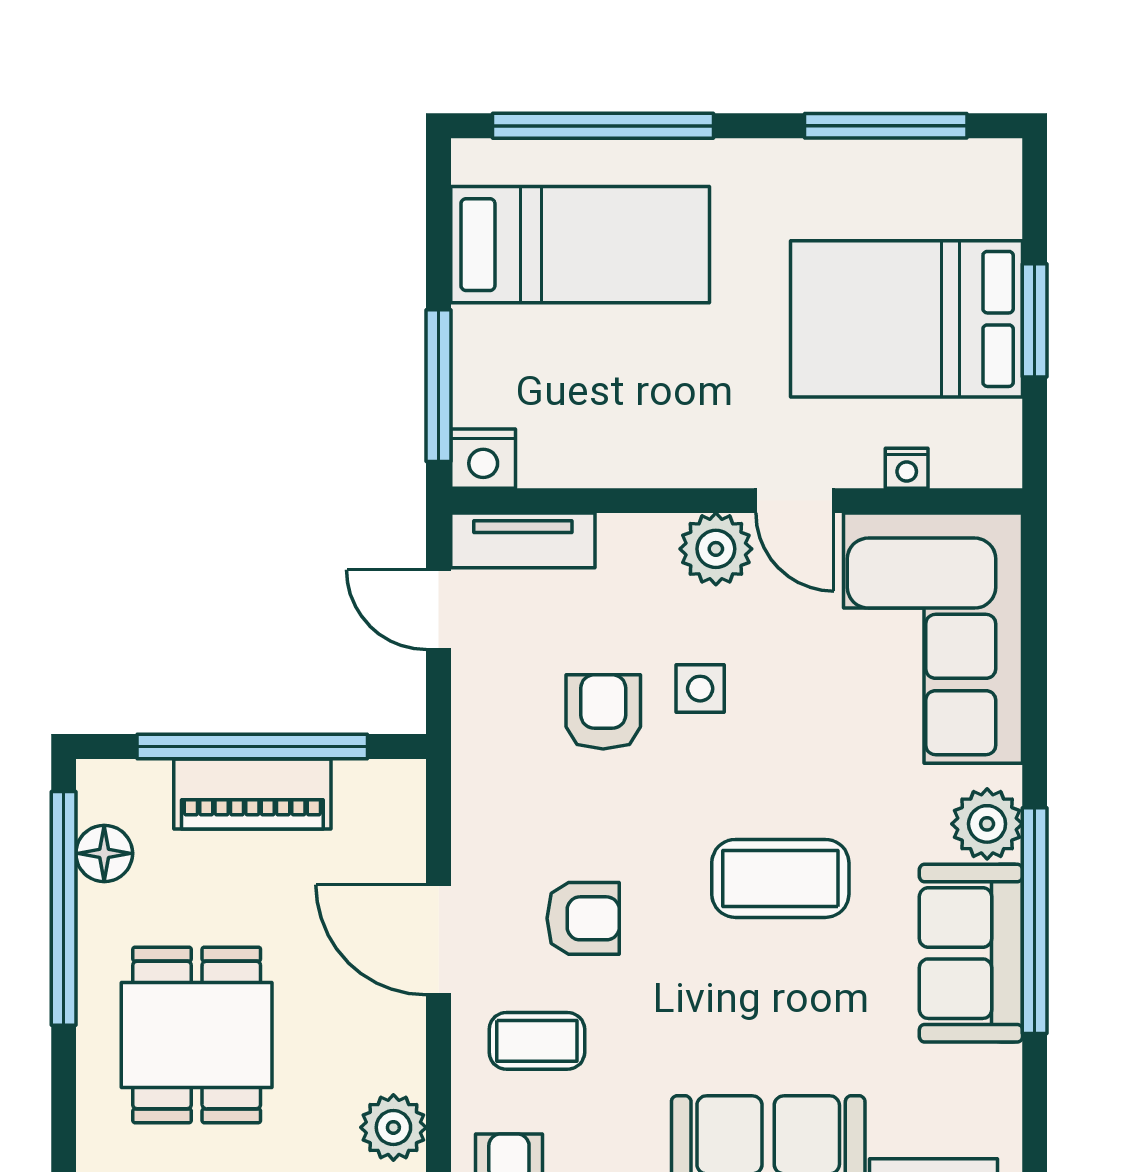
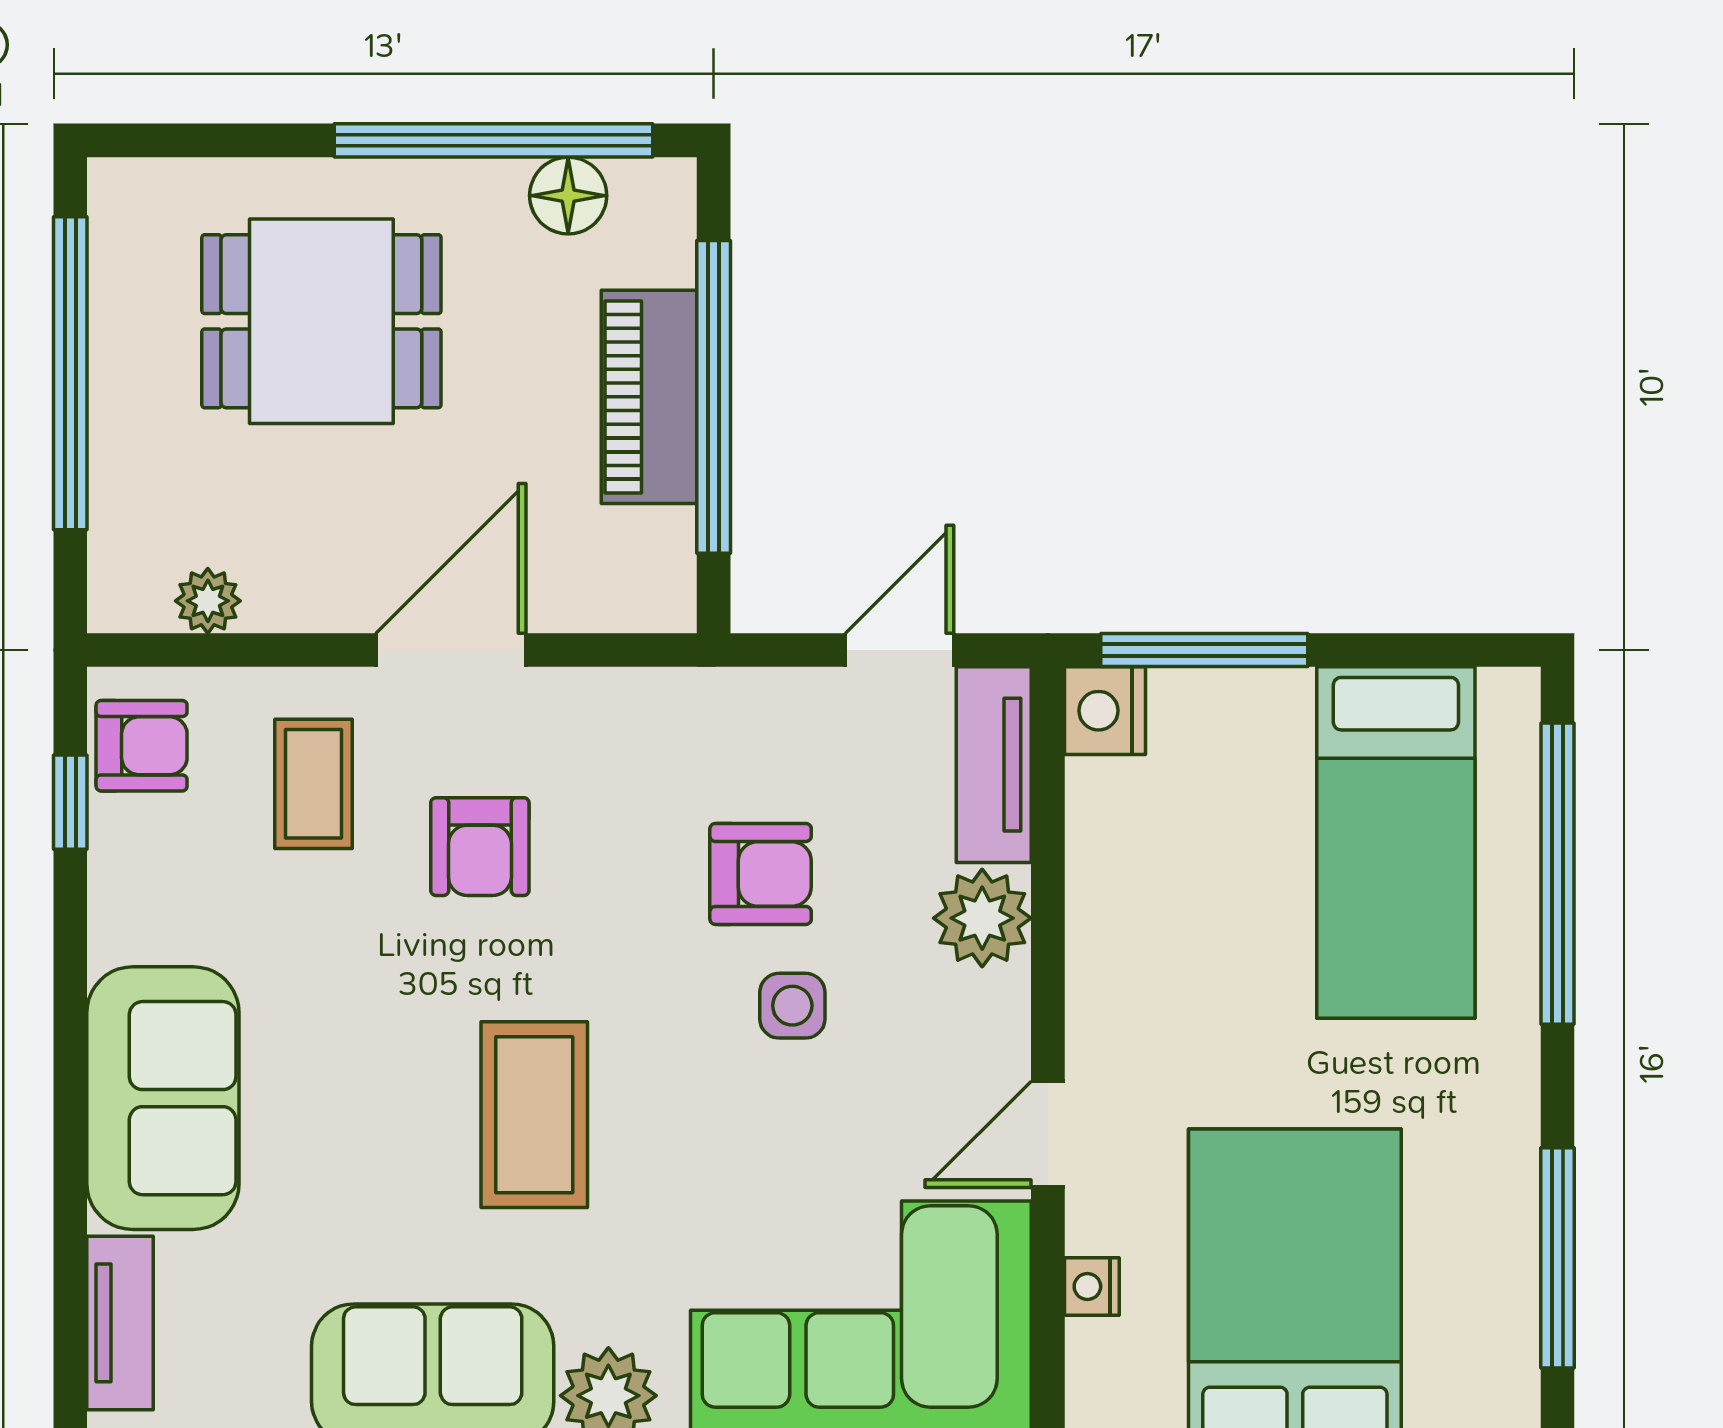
plant: (716, 549) -> (982, 918), moved
plant: (393, 1127) -> (208, 601), width x0.73, depth x0.73

